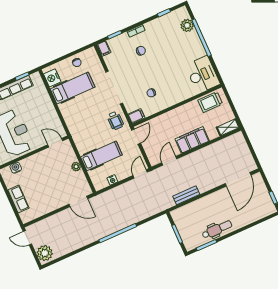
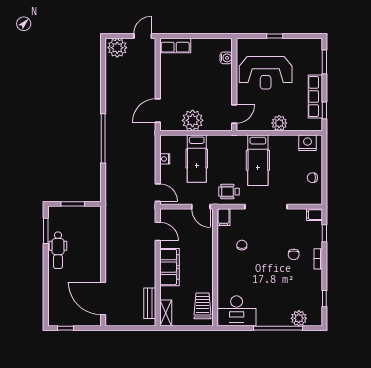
hospital bed: (73, 88) -> (258, 160), moved
plant: (47, 106) -> (279, 123), added
plant: (76, 167) -> (193, 120), width x1.88, depth x1.88
bench: (186, 195) -> (150, 303), moved
row of seats: (18, 199) -> (175, 45), moved

